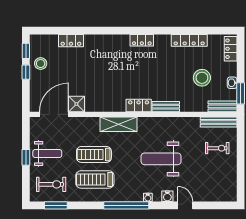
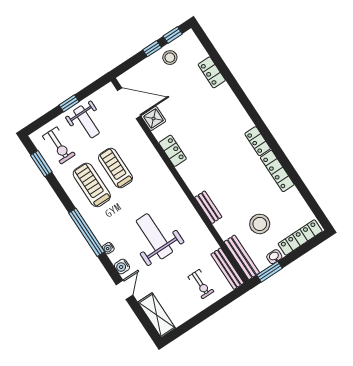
locker: (189, 40) -> (277, 171), moved
locker: (231, 49) -> (300, 237), width x1.53
locker: (139, 106) -> (173, 151), moved
bench: (223, 106) -> (242, 257), width x1.36
shelving: (119, 124) -> (157, 315), moved

